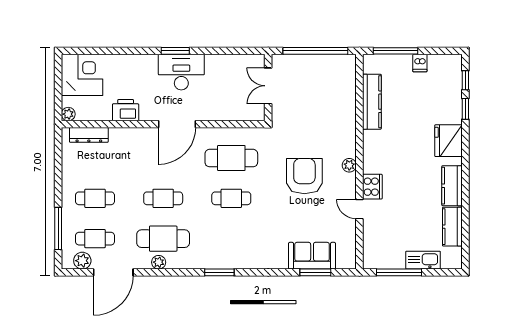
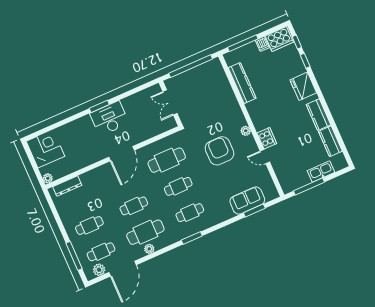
cooker: (445, 66) -> (279, 39), added
printer: (126, 110) -> (84, 159), removed
cafe table: (231, 239) -> (190, 213), added

